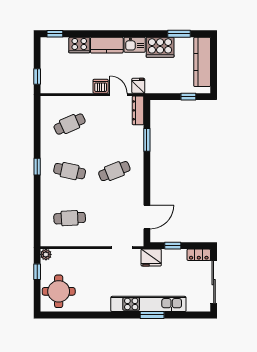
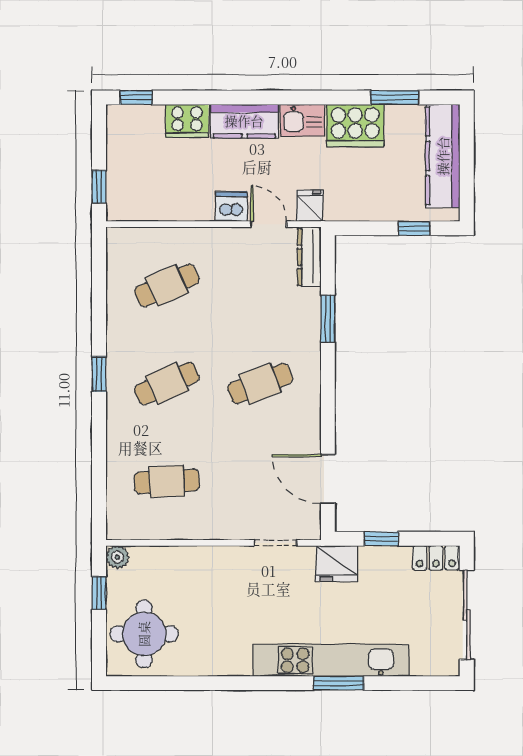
cafe table: (70, 171) -> (167, 383), turned -36
door: (147, 217) -> (328, 479), swing flipped

